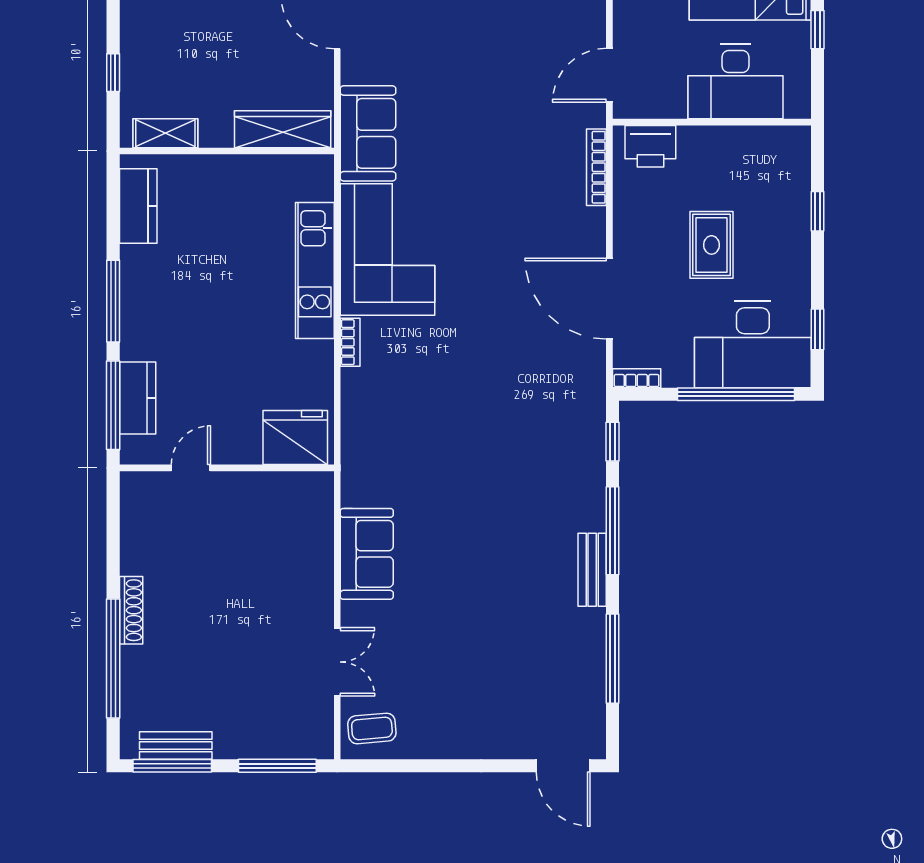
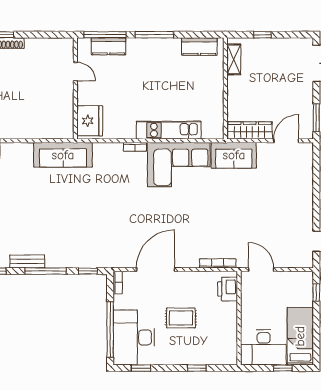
desk: (735, 82) -> (264, 347), moved, turned -90
wardrobe: (283, 129) -> (250, 130), moved, turned -90
sofa: (367, 554) -> (63, 155), moved, width x1.36

